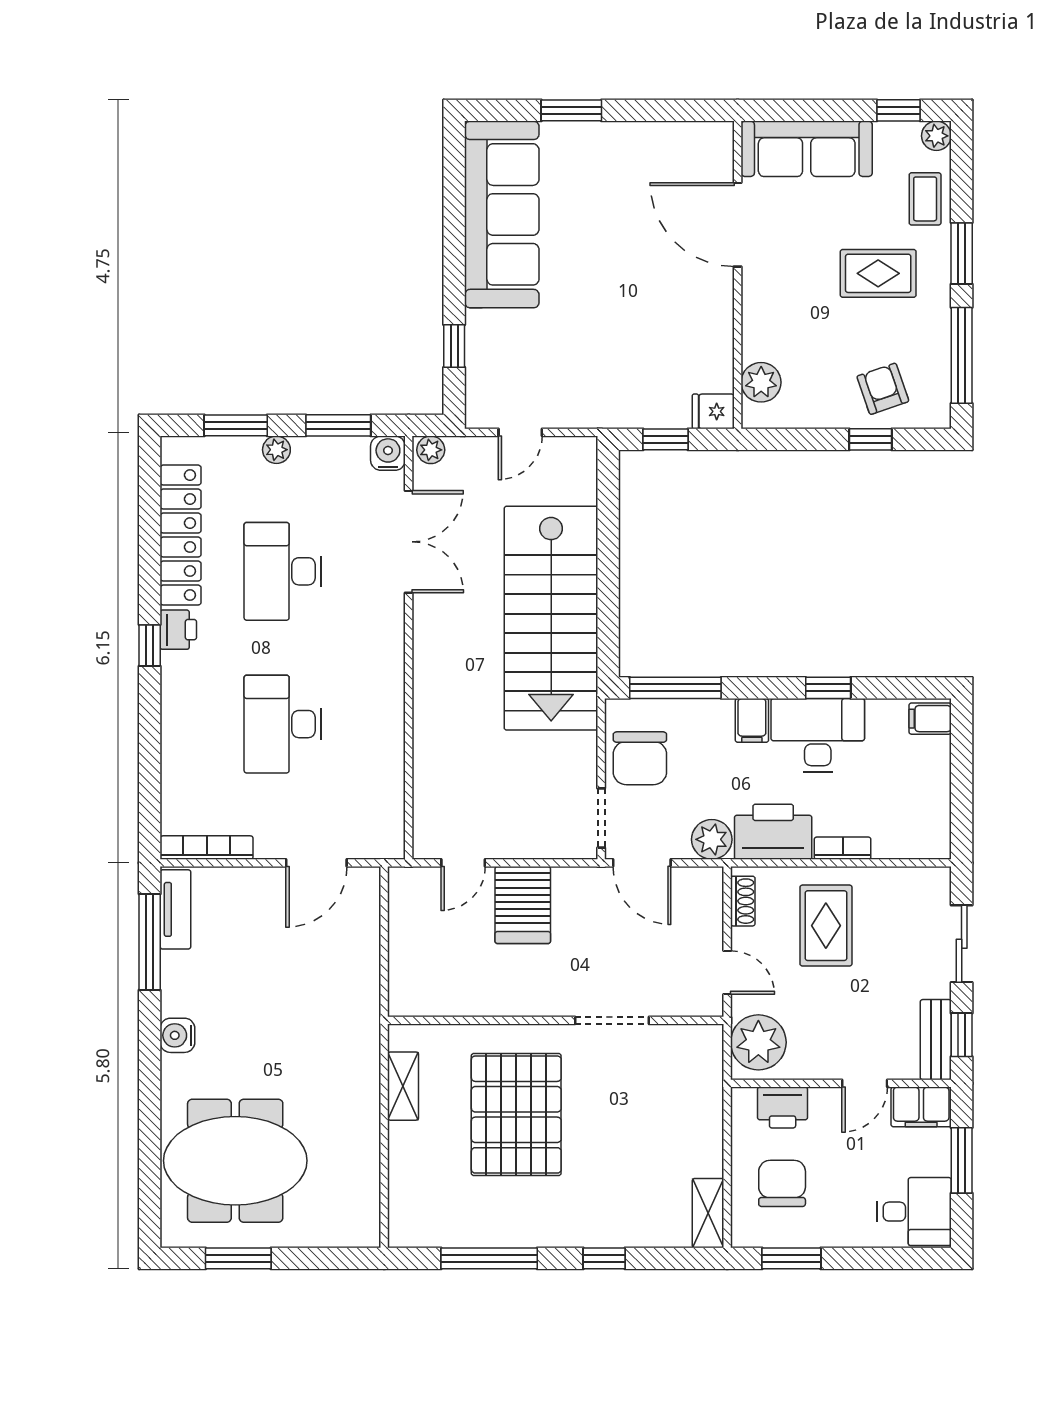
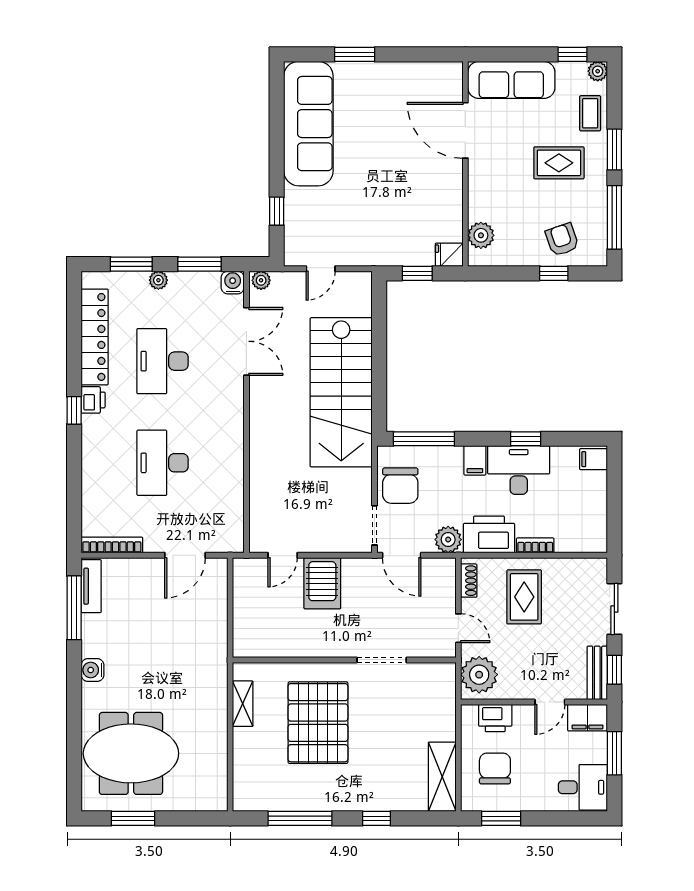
shelving: (708, 1213) -> (442, 777), width x1.50, depth x1.33

